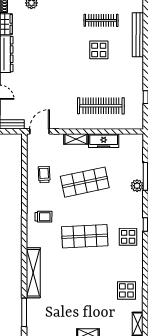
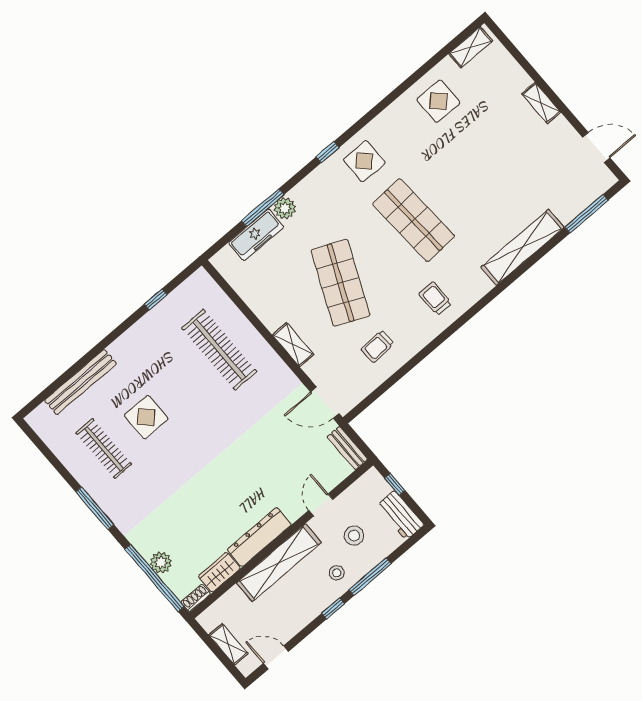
freezer: (104, 141) -> (256, 235), moved, turned 90
shop shelf: (85, 182) -> (340, 283), turned 36

